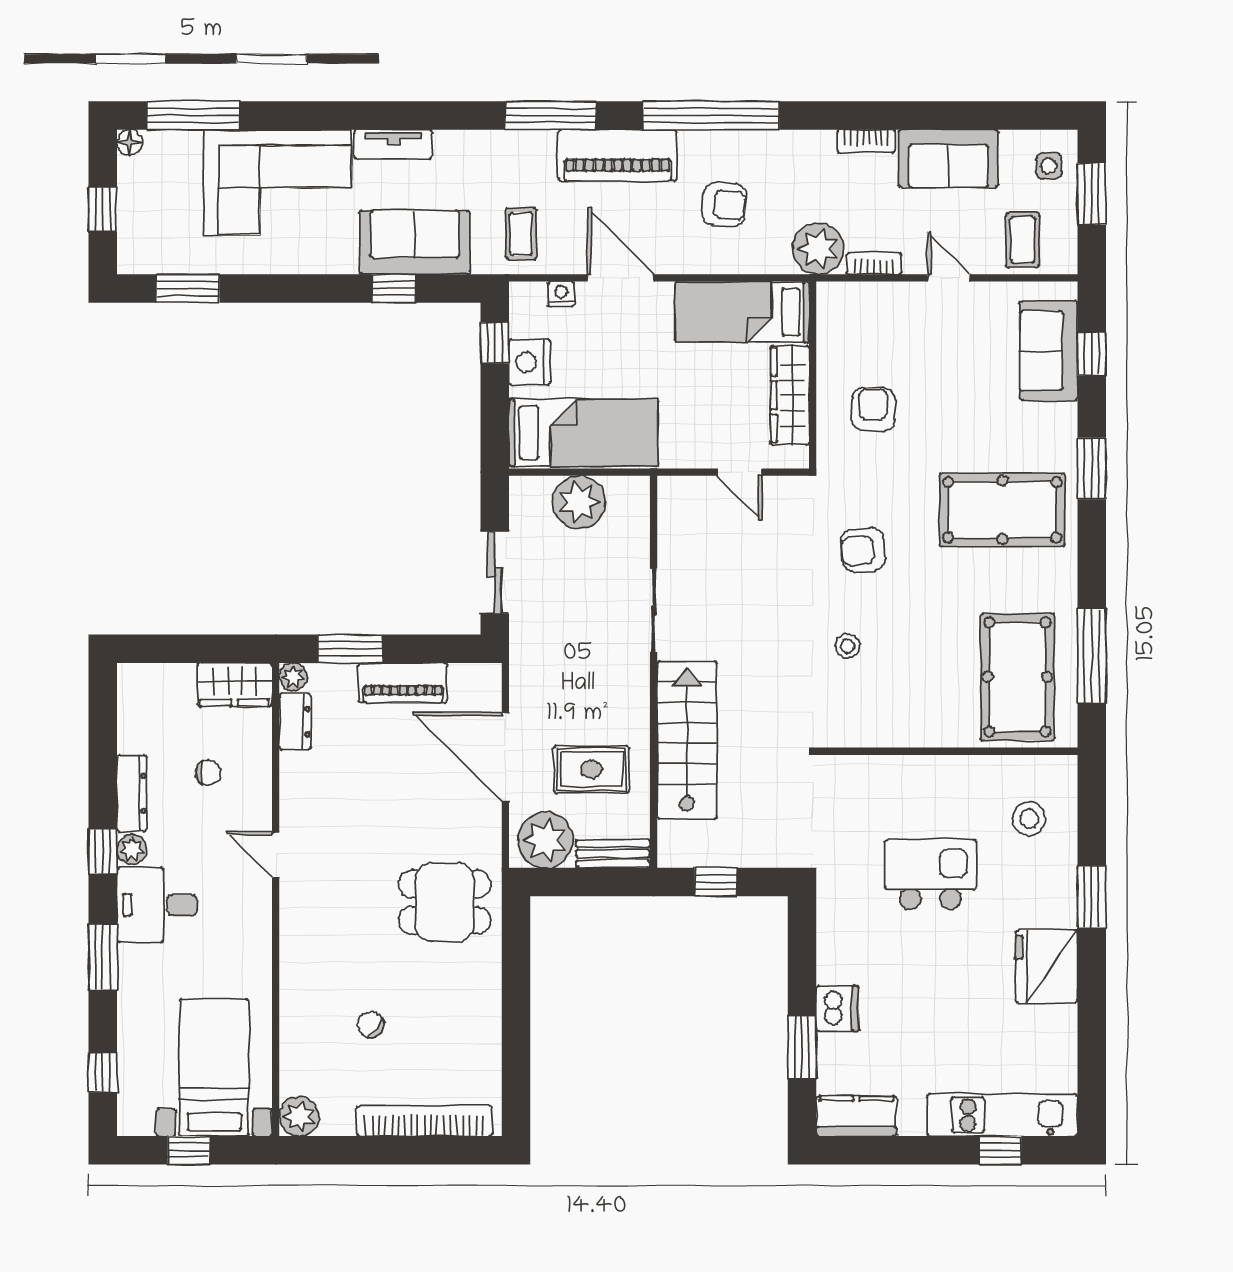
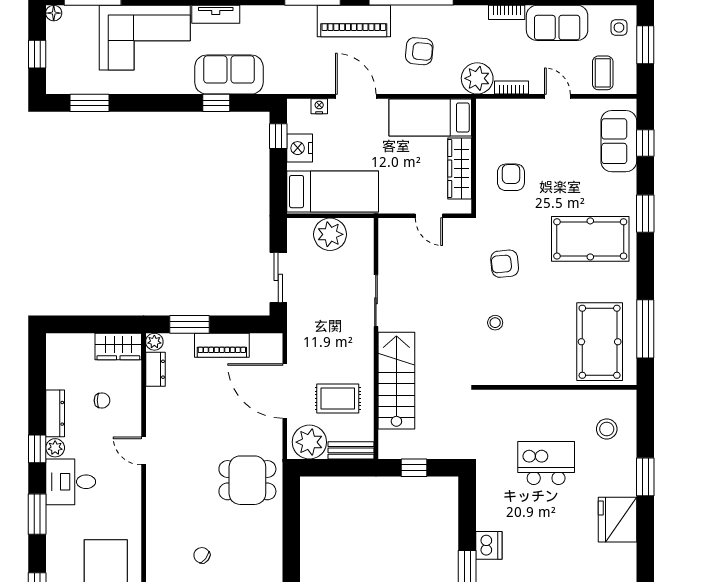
coffee table: (521, 234) -> (294, 69), removed

